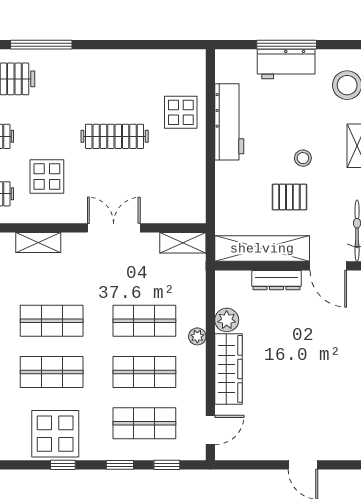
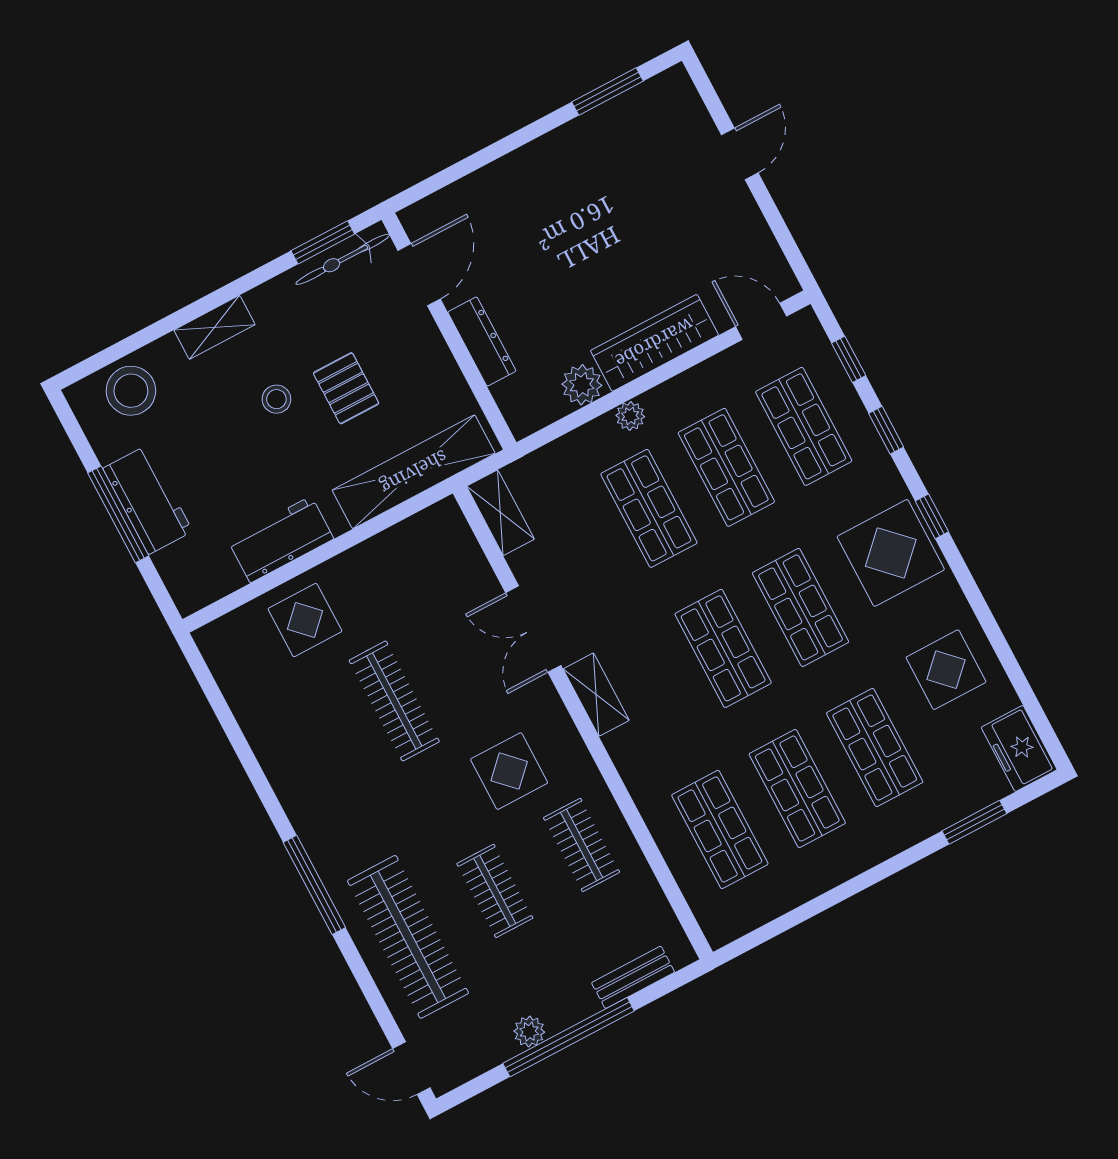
workbench: (229, 122) -> (281, 539), width x0.73
shelving: (38, 243) -> (596, 695), moved
shelving: (262, 249) -> (414, 472), moved, turned 90

